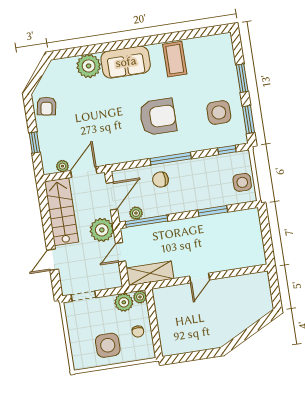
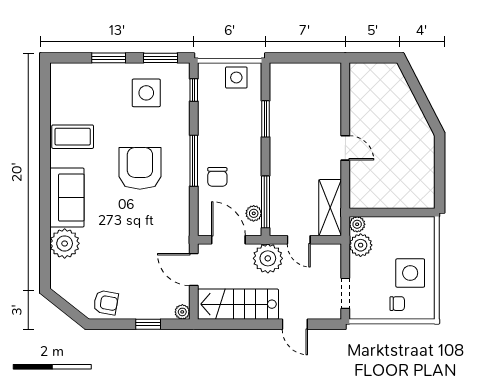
plant: (62, 166) -> (182, 312), moved
chair: (138, 331) -> (397, 304), moved

